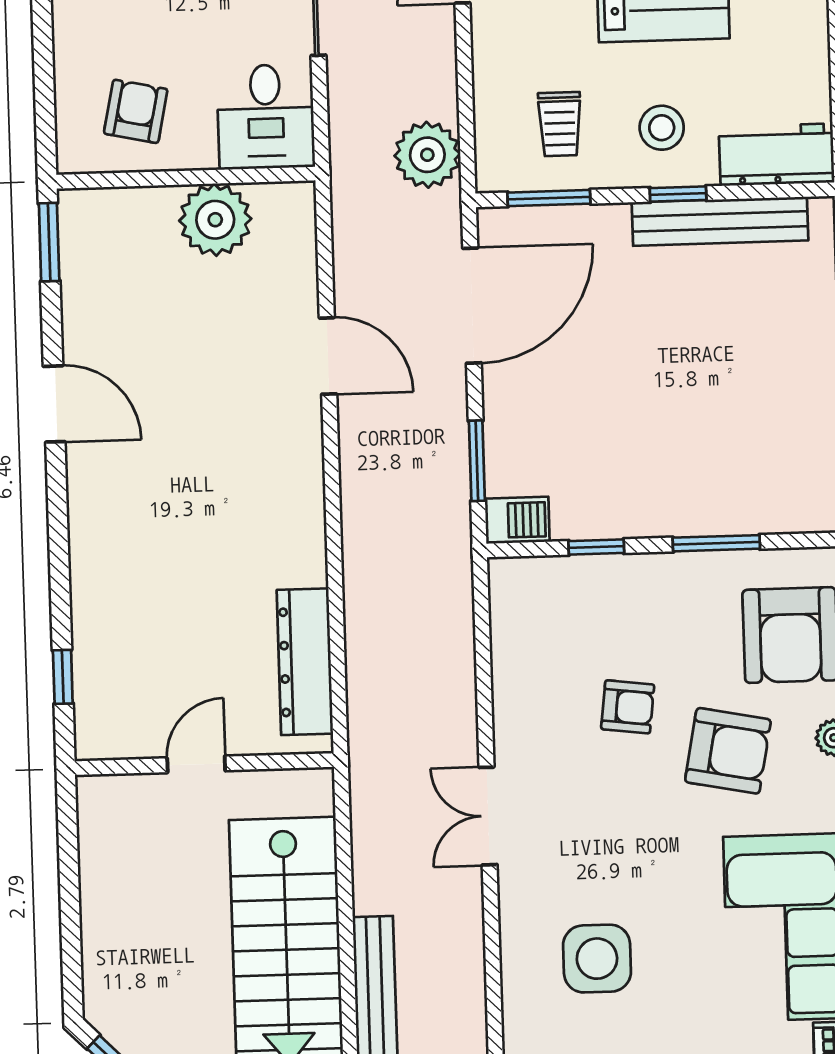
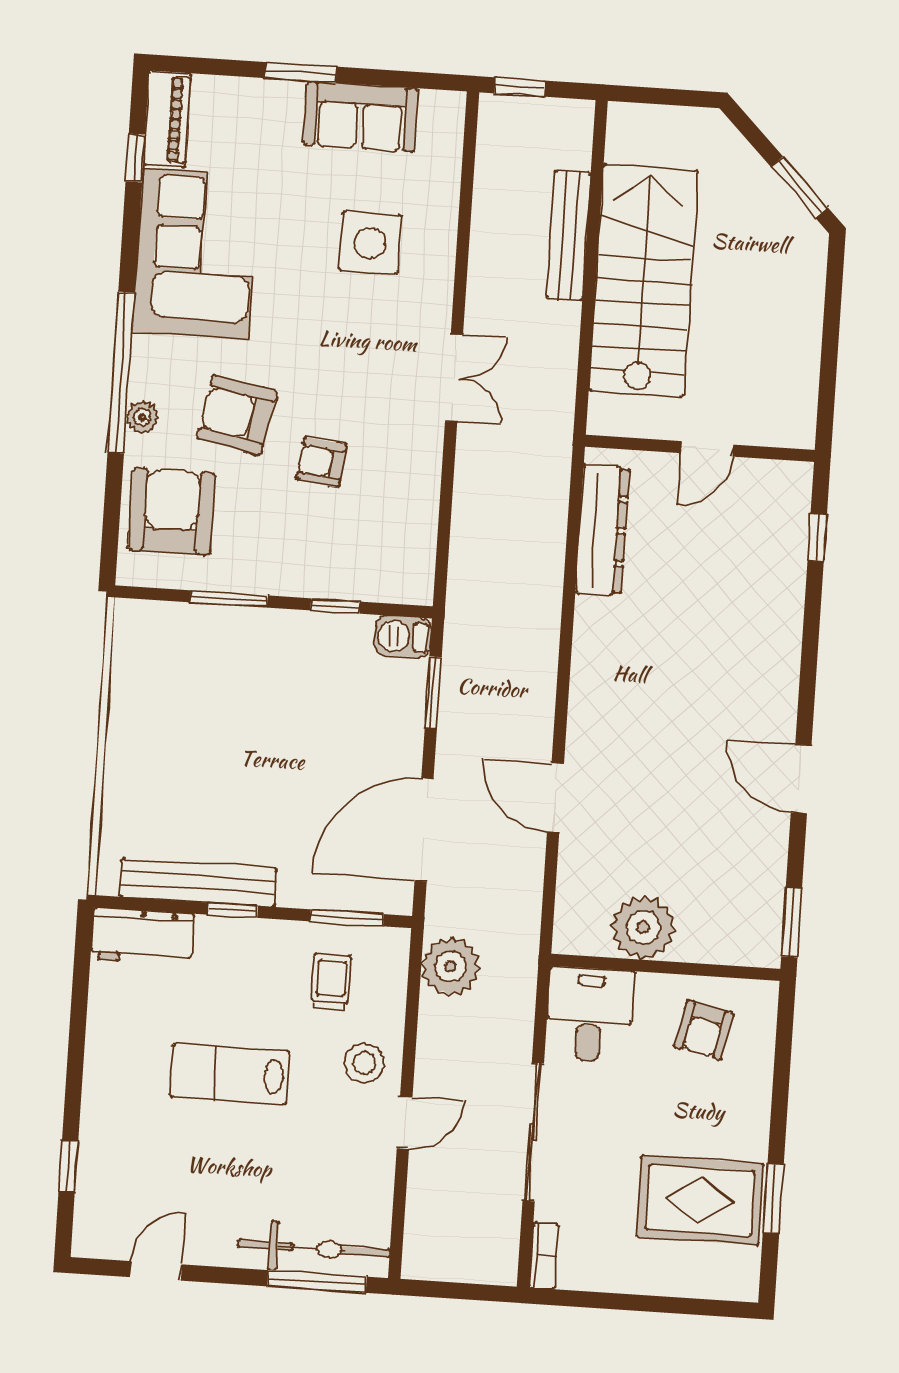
stool: (662, 128) -> (364, 1063), moved

